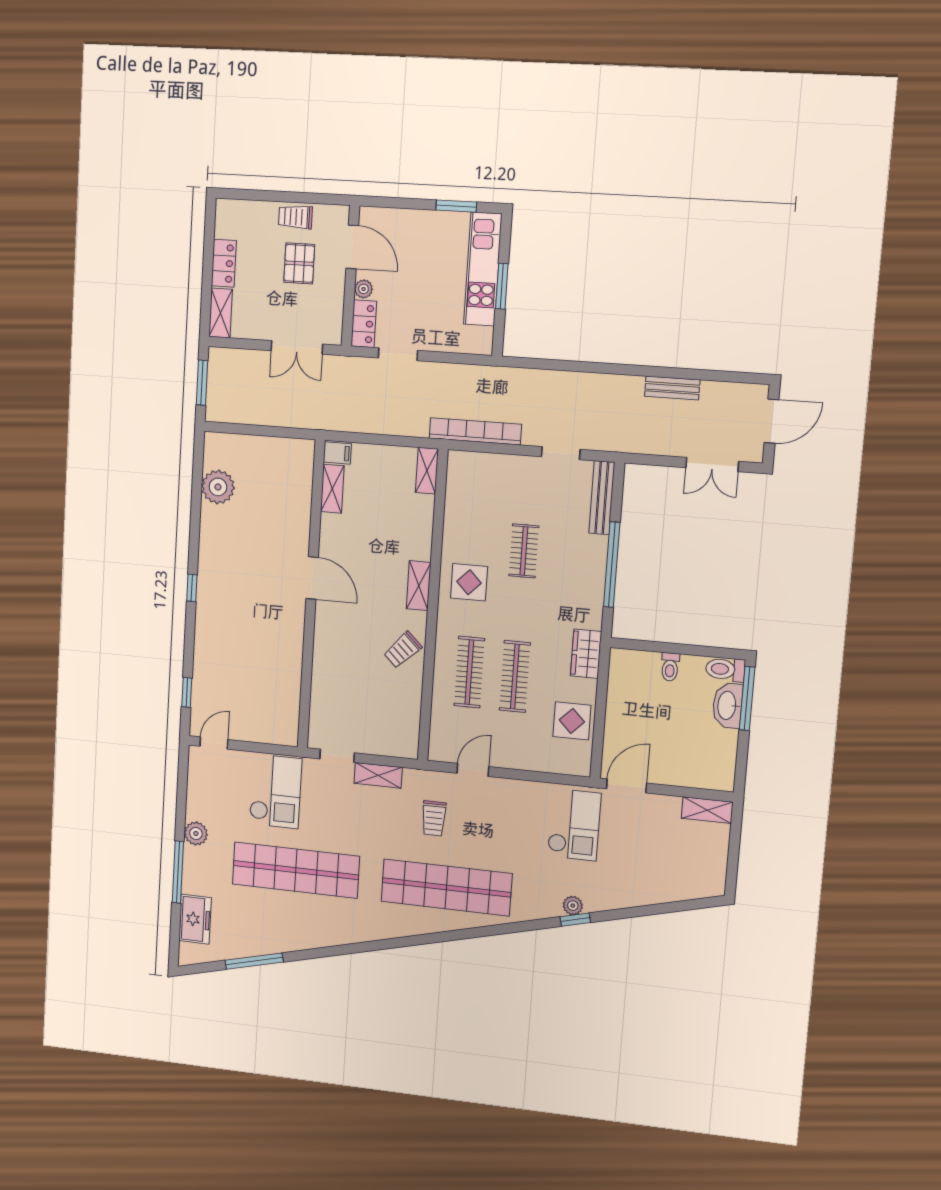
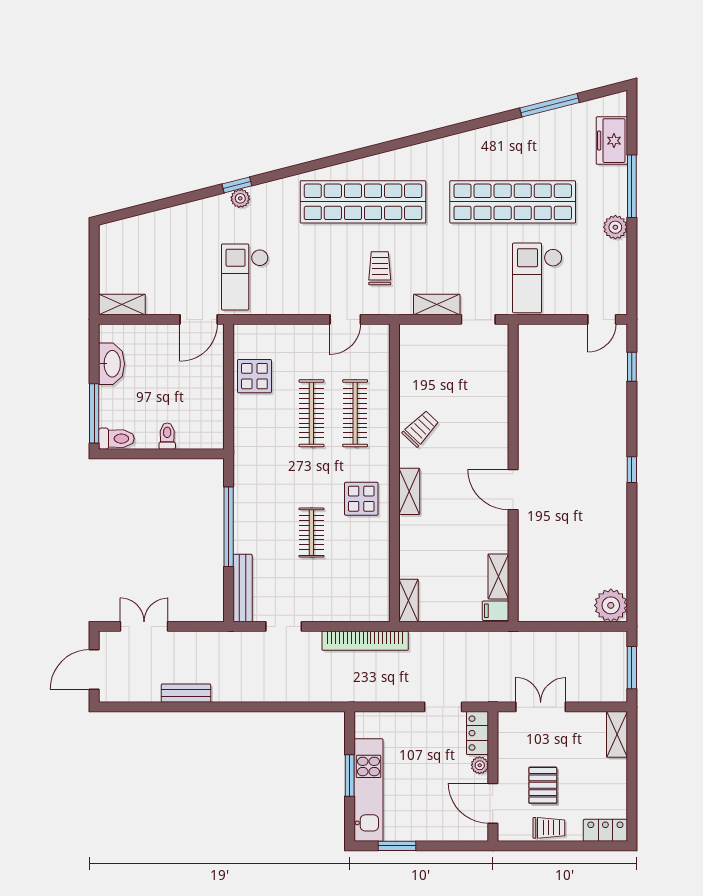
locker: (224, 263) -> (605, 830), moved, turned 90
plant: (218, 487) -> (611, 605), moved
wardrobe: (586, 654) -> (246, 441), removed
washbasin: (728, 705) -> (111, 364), moved

